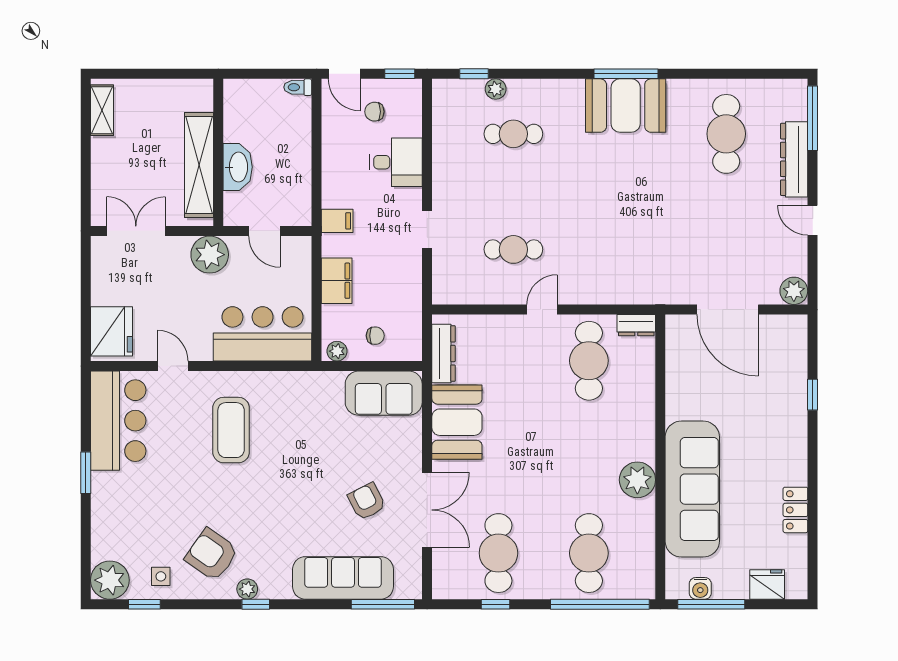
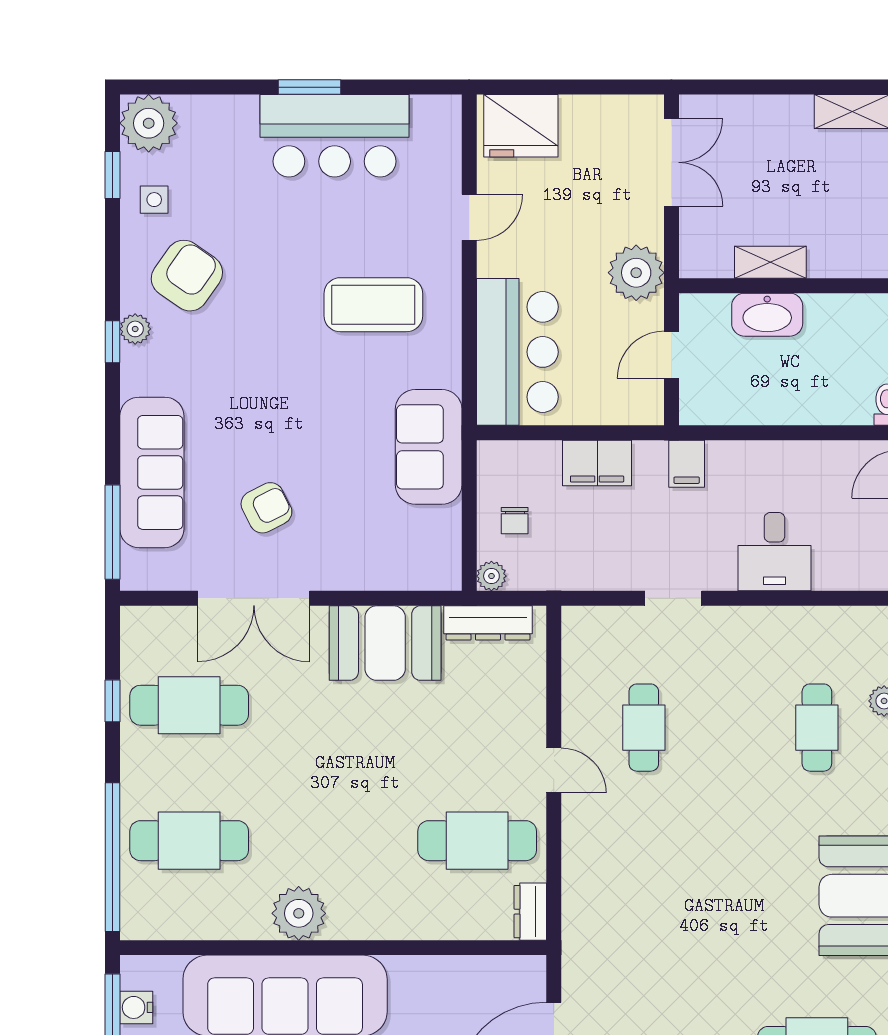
chair: (374, 112) -> (850, 520), removed
shelving: (199, 165) -> (770, 262), width x0.45, depth x0.75
plant: (337, 351) -> (491, 576), moved
sofa: (384, 393) -> (429, 447), moved
bar counter: (118, 421) -> (335, 136), moved

